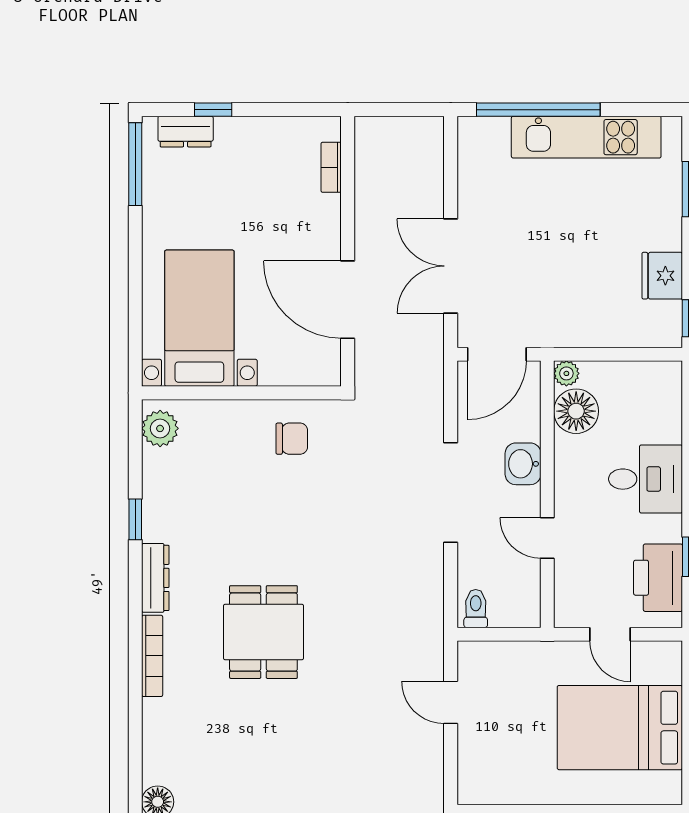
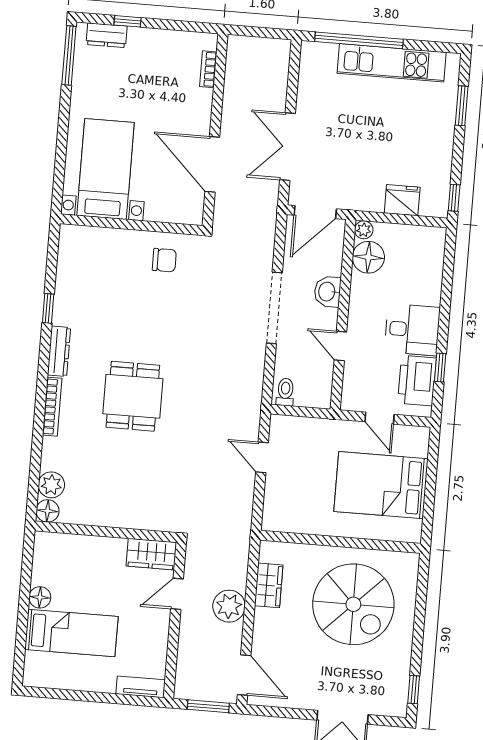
fridge: (662, 276) -> (402, 200), moved, turned 90
plant: (160, 428) -> (51, 485), moved
desk: (646, 479) -> (412, 330), moved

